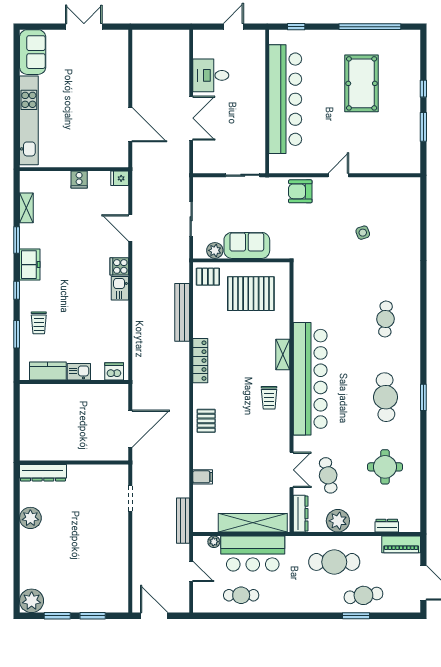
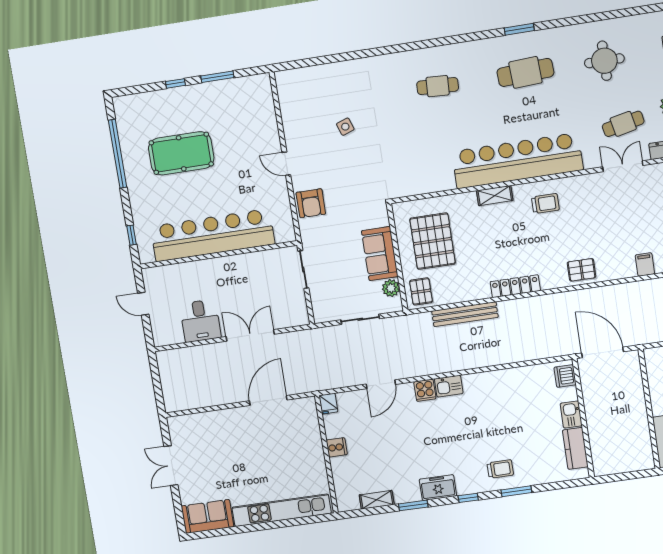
kitchen counter: (48, 371) -> (575, 448), moved
dishwasher: (114, 371) -> (565, 376), moved
kitchen sink: (79, 372) -> (571, 415), moved
wall: (74, 382) -> (583, 418), moved

